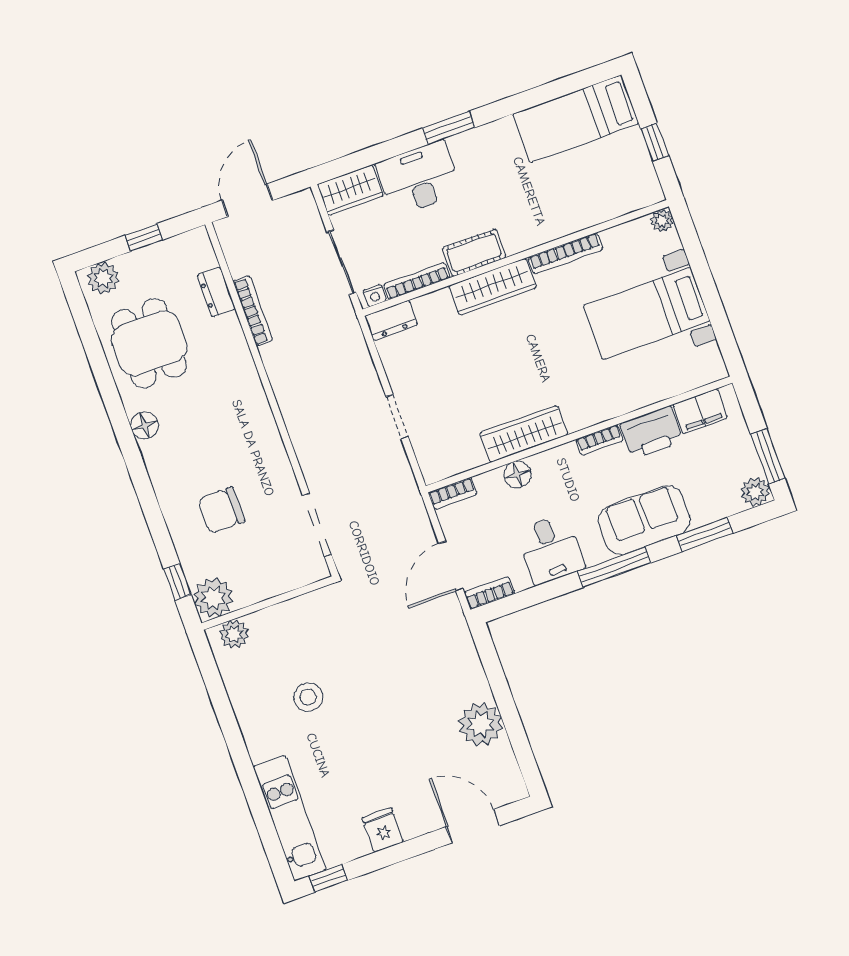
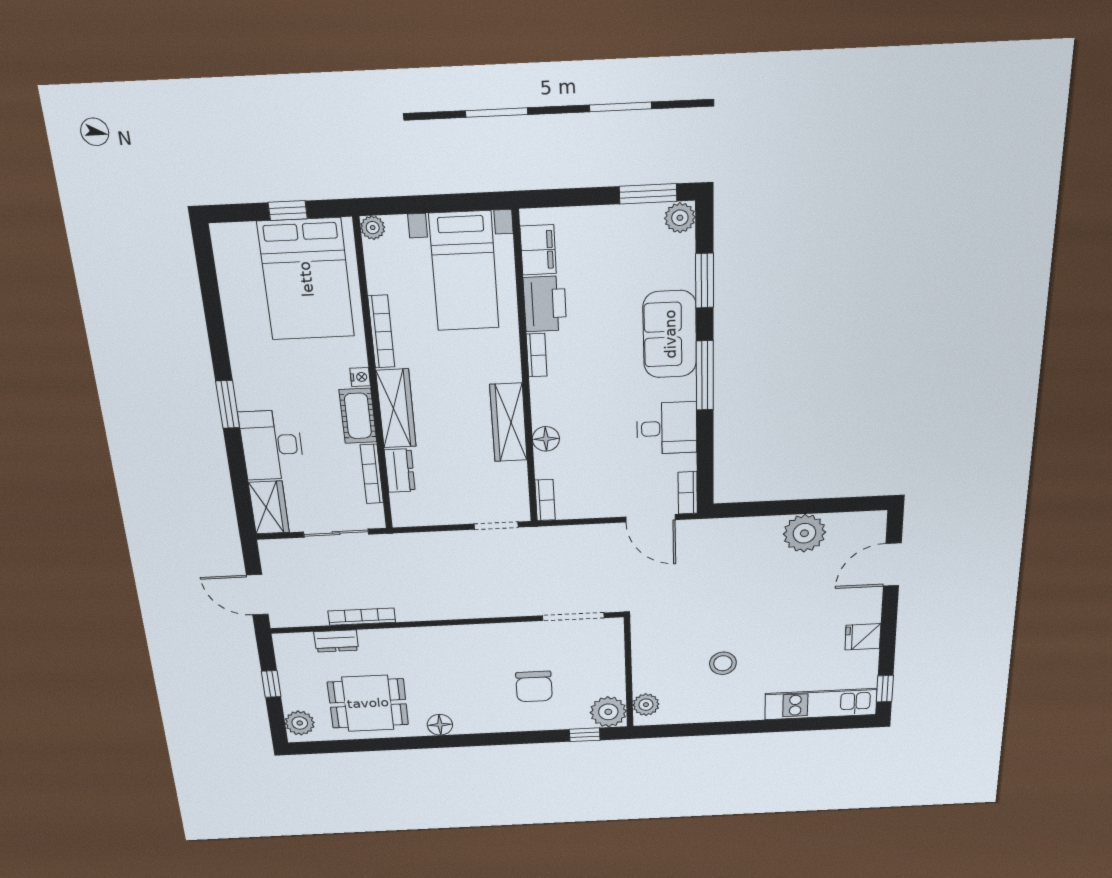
bed: (576, 119) -> (306, 279), moved, width x1.50
nightstand: (375, 295) -> (360, 377), moved
dresser: (391, 320) -> (400, 471), moved
filing cabinet: (700, 411) -> (538, 250), moved
printer: (652, 433) -> (545, 304), moved
wardrobe: (524, 434) -> (508, 422), moved
wall: (579, 434) -> (525, 373), moved
bookcase: (600, 440) -> (537, 355), moved
floor lamp: (518, 474) -> (546, 439), moved
bookcase: (453, 493) -> (545, 500), moved

